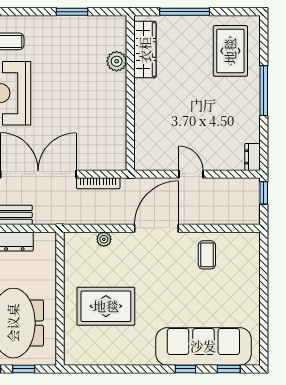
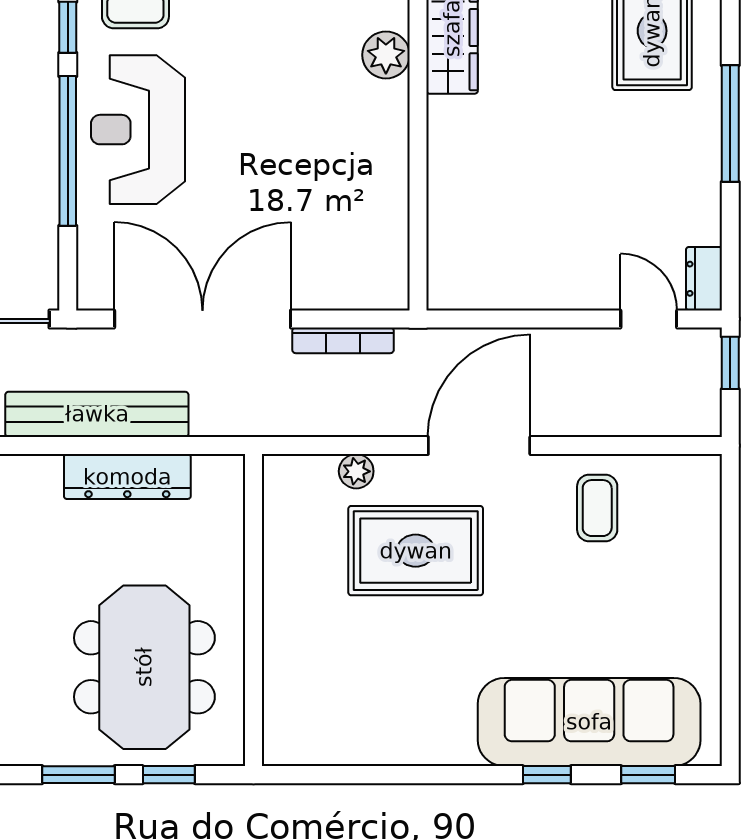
door: (191, 174) -> (649, 319), moved
rug: (106, 306) -> (416, 551), moved

